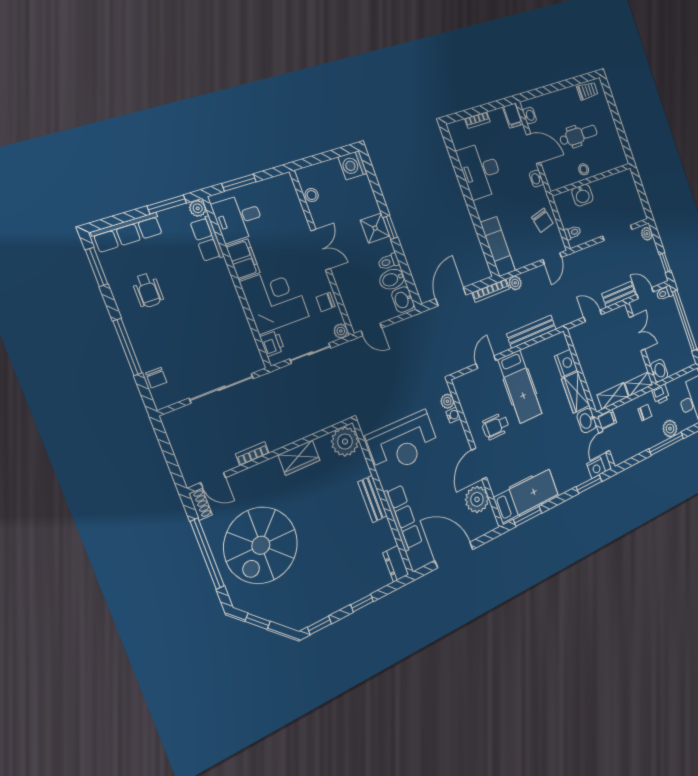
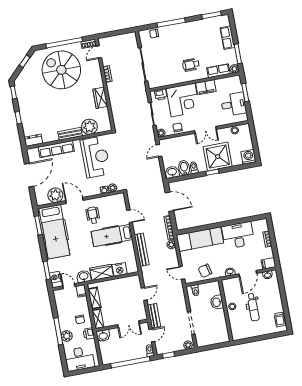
desk: (238, 218) -> (234, 104), moved, turned 90
shower: (375, 228) -> (218, 157), width x1.86, depth x1.86
row of seats: (127, 232) -> (227, 38), width x0.68
exam couch: (498, 247) -> (200, 239), width x1.36, depth x1.45
wheelchair: (148, 290) -> (191, 65), moved
plant: (345, 441) -> (89, 127), moved
reception desk: (403, 443) -> (95, 157), turned 180
hospital bed: (526, 496) -> (54, 232), width x1.37, depth x1.29

